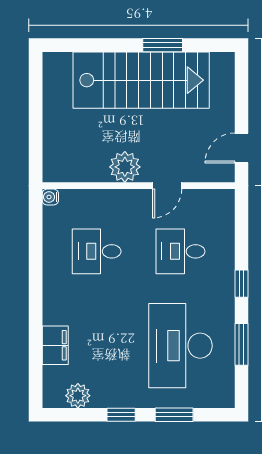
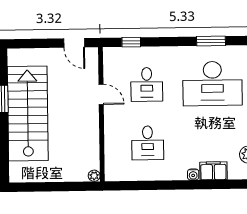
plant: (125, 167) -> (94, 176), moved, width x0.53, depth x0.53
water cooler: (50, 197) -> (193, 175), moved
window: (241, 284) -> (131, 42), moved

